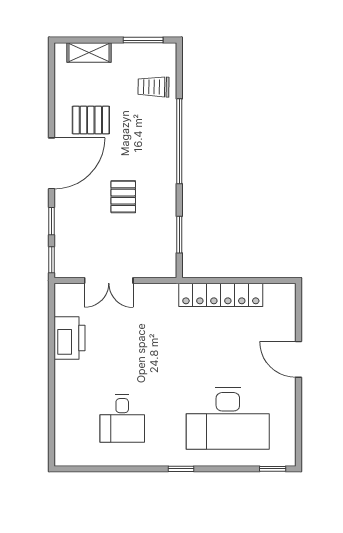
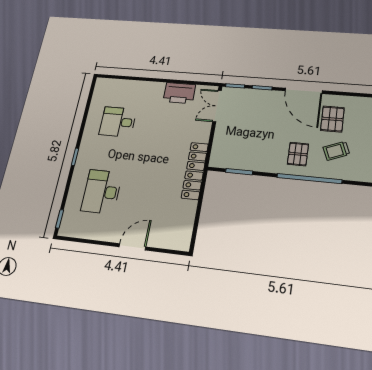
trolley: (153, 87) -> (336, 151), moved, turned -113
pallet: (123, 197) -> (298, 154), moved, turned 90
double door: (109, 280) -> (217, 106), moved
locker: (221, 295) -> (195, 171), moved
desk: (228, 418) -> (102, 192), width x0.73, depth x0.77

